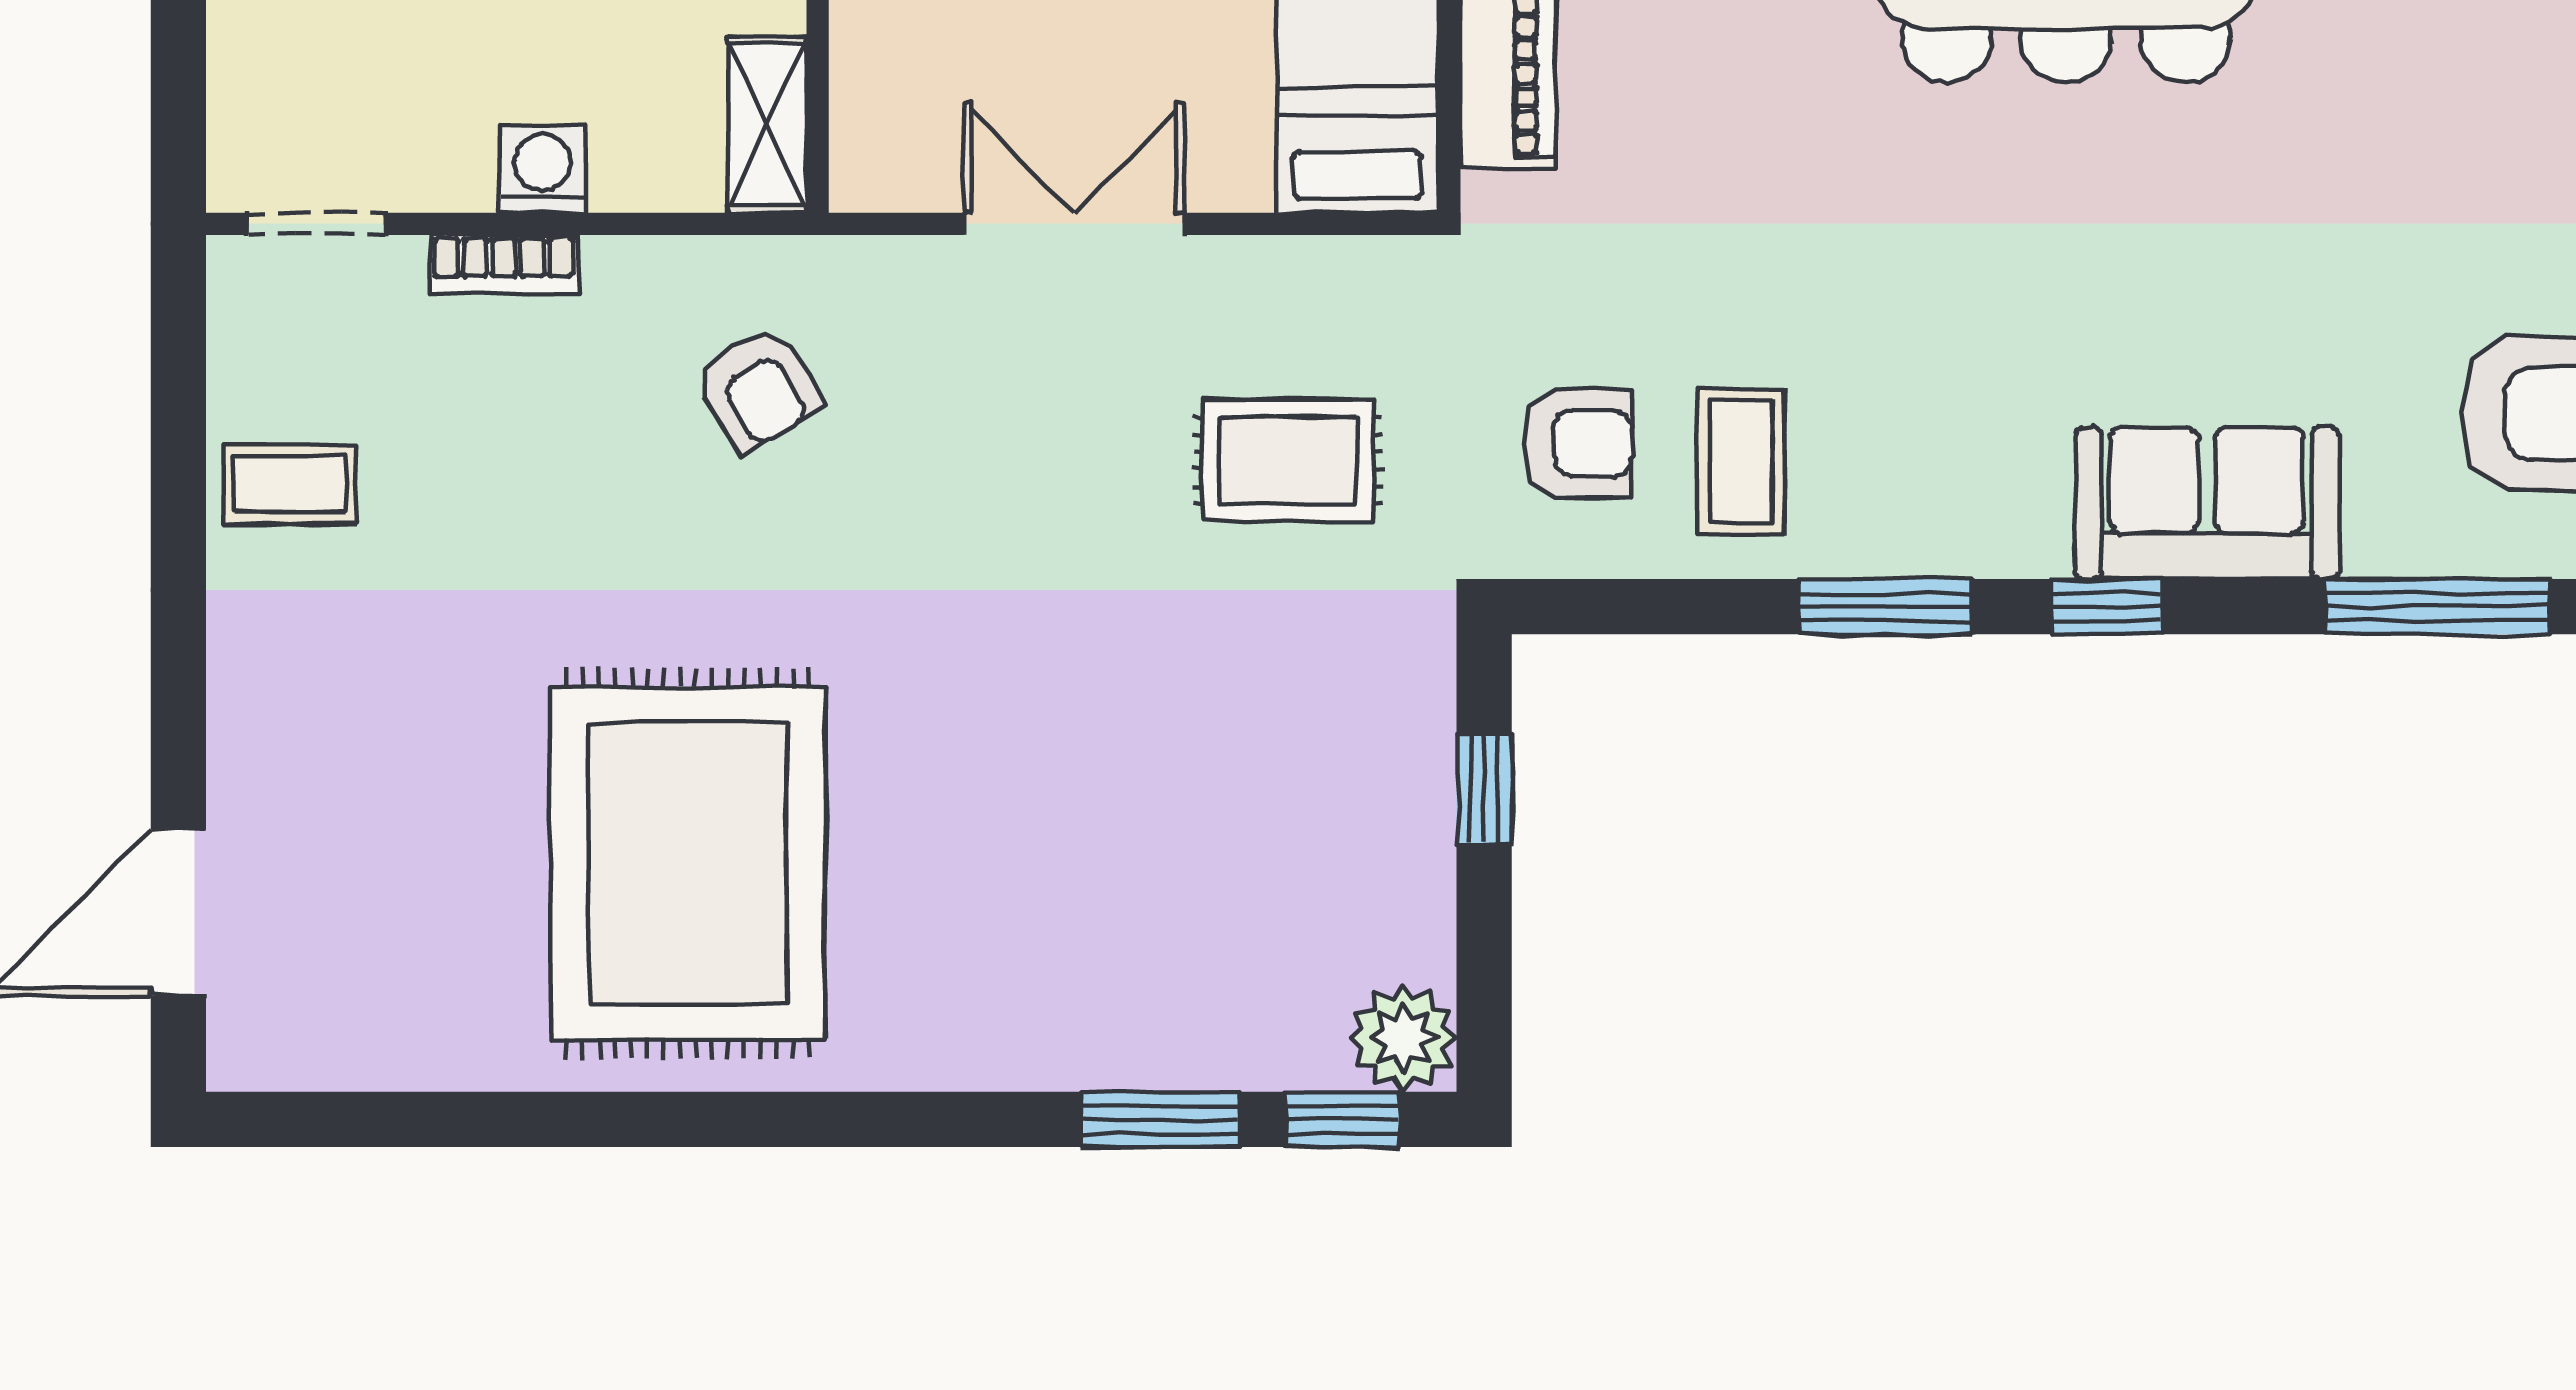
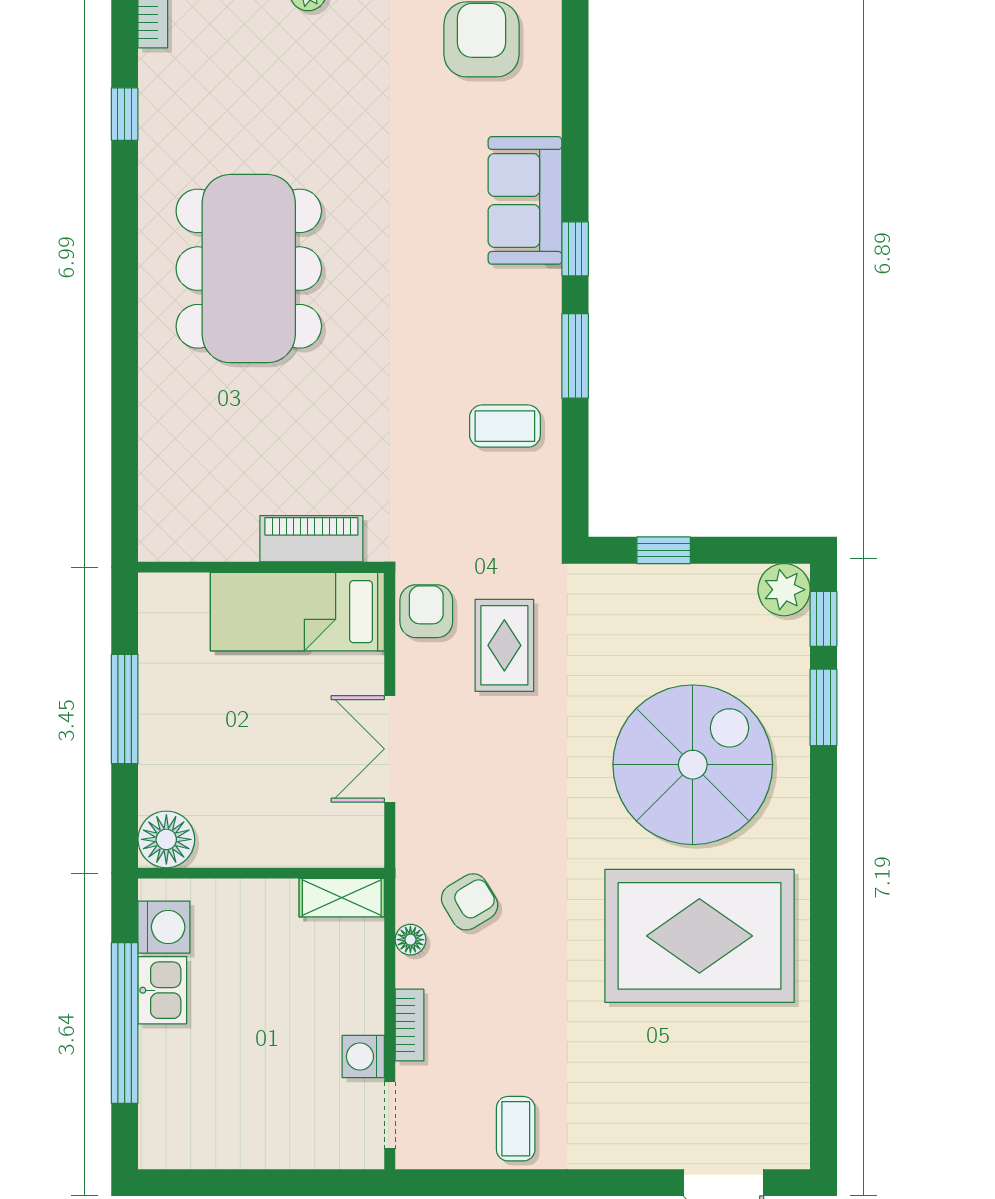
washing machine: (543, 169) -> (363, 1057), moved
floor lamp: (680, 267) -> (410, 940), added
armchair: (1577, 443) -> (426, 611), moved
window: (2438, 607) -> (575, 89), removed
spiral stairs: (1041, 850) -> (693, 765), added

